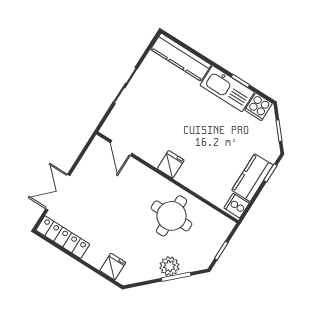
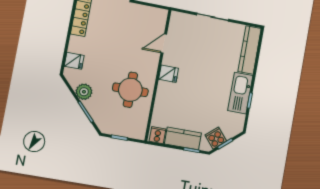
cooker: (259, 107) -> (216, 138), moved, turned 50
door: (121, 148) -> (164, 44), moved
plant: (169, 266) -> (84, 92), moved

